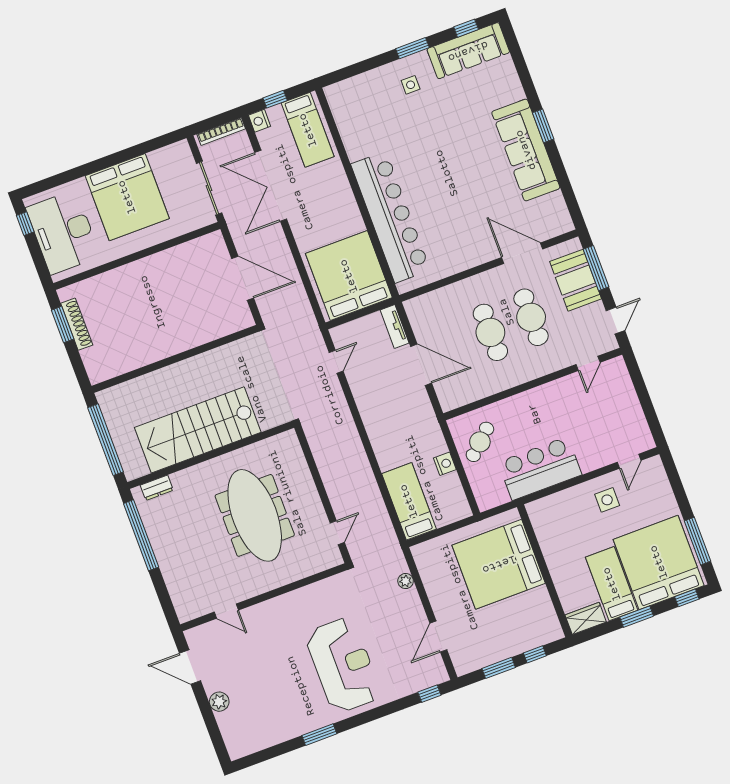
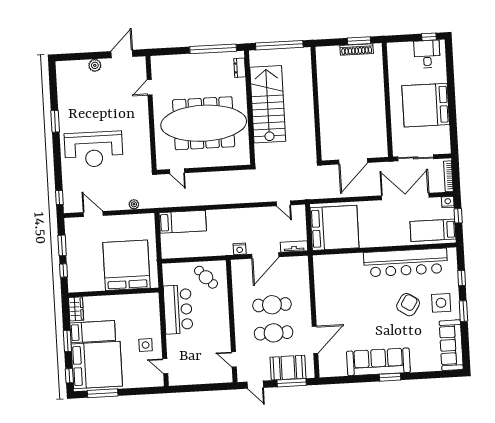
window: (466, 28) -> (462, 278), moved
side table: (411, 85) -> (441, 303), width x1.87, depth x1.87
armchair: (428, 132) -> (408, 305), added
bar counter: (391, 217) -> (406, 263), moved
desk: (63, 232) -> (427, 54), width x0.53, depth x0.77
nightstand: (445, 464) -> (240, 249), moved
meeting table: (255, 515) -> (204, 123), width x1.36, depth x1.27

